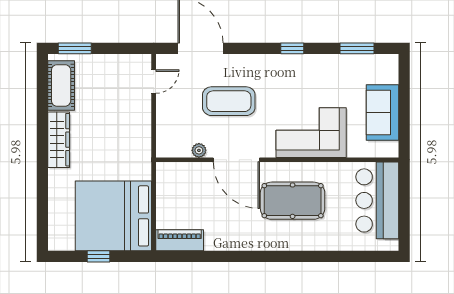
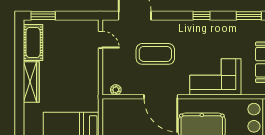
door: (154, 81) -> (101, 40), hinge flipped
plant: (199, 150) -> (116, 90), moved

